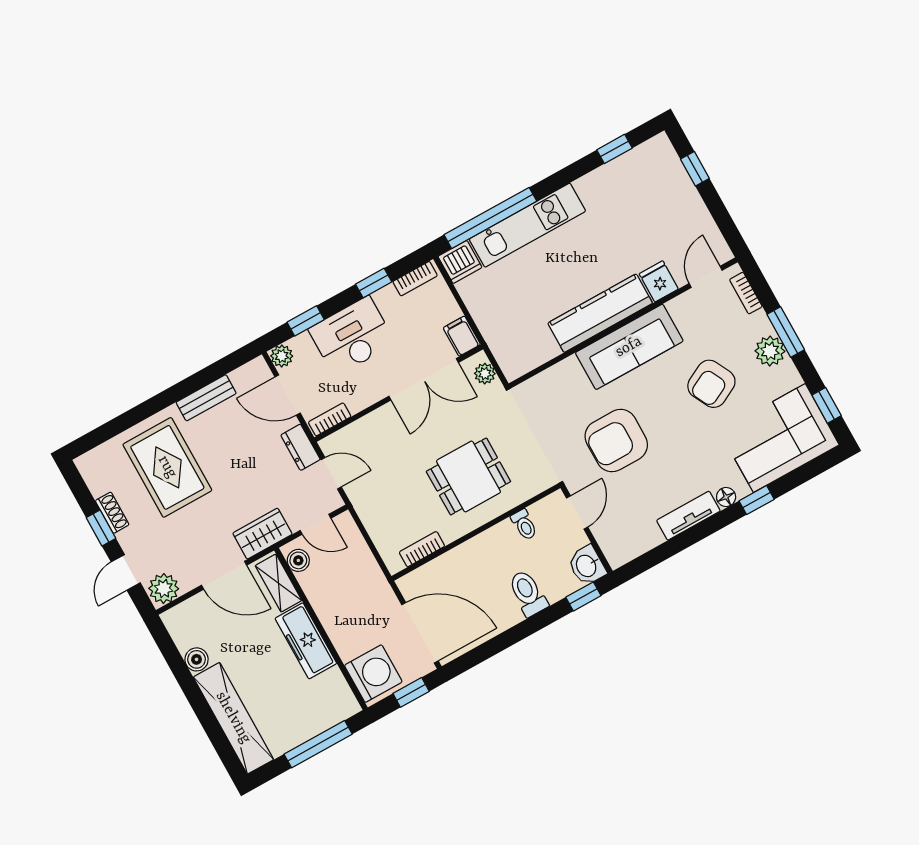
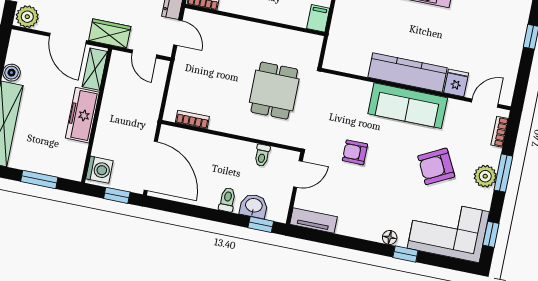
plant: (485, 374) -> (313, 51), removed
double door: (424, 379) -> (276, 24), removed
armchair: (616, 441) -> (355, 152), width x0.53, depth x0.53
dining table: (468, 476) -> (274, 91), moved, turned 90
tv unit: (688, 516) -> (314, 220), moved
boiler: (298, 560) -> (117, 66), removed
washbasin: (587, 566) -> (254, 206), moved, turned 90
toilet: (528, 593) -> (227, 200), width x0.73, depth x0.72
washing machine: (373, 674) -> (99, 170), width x0.73, depth x0.73
window: (318, 744) -> (39, 179), width x0.69

